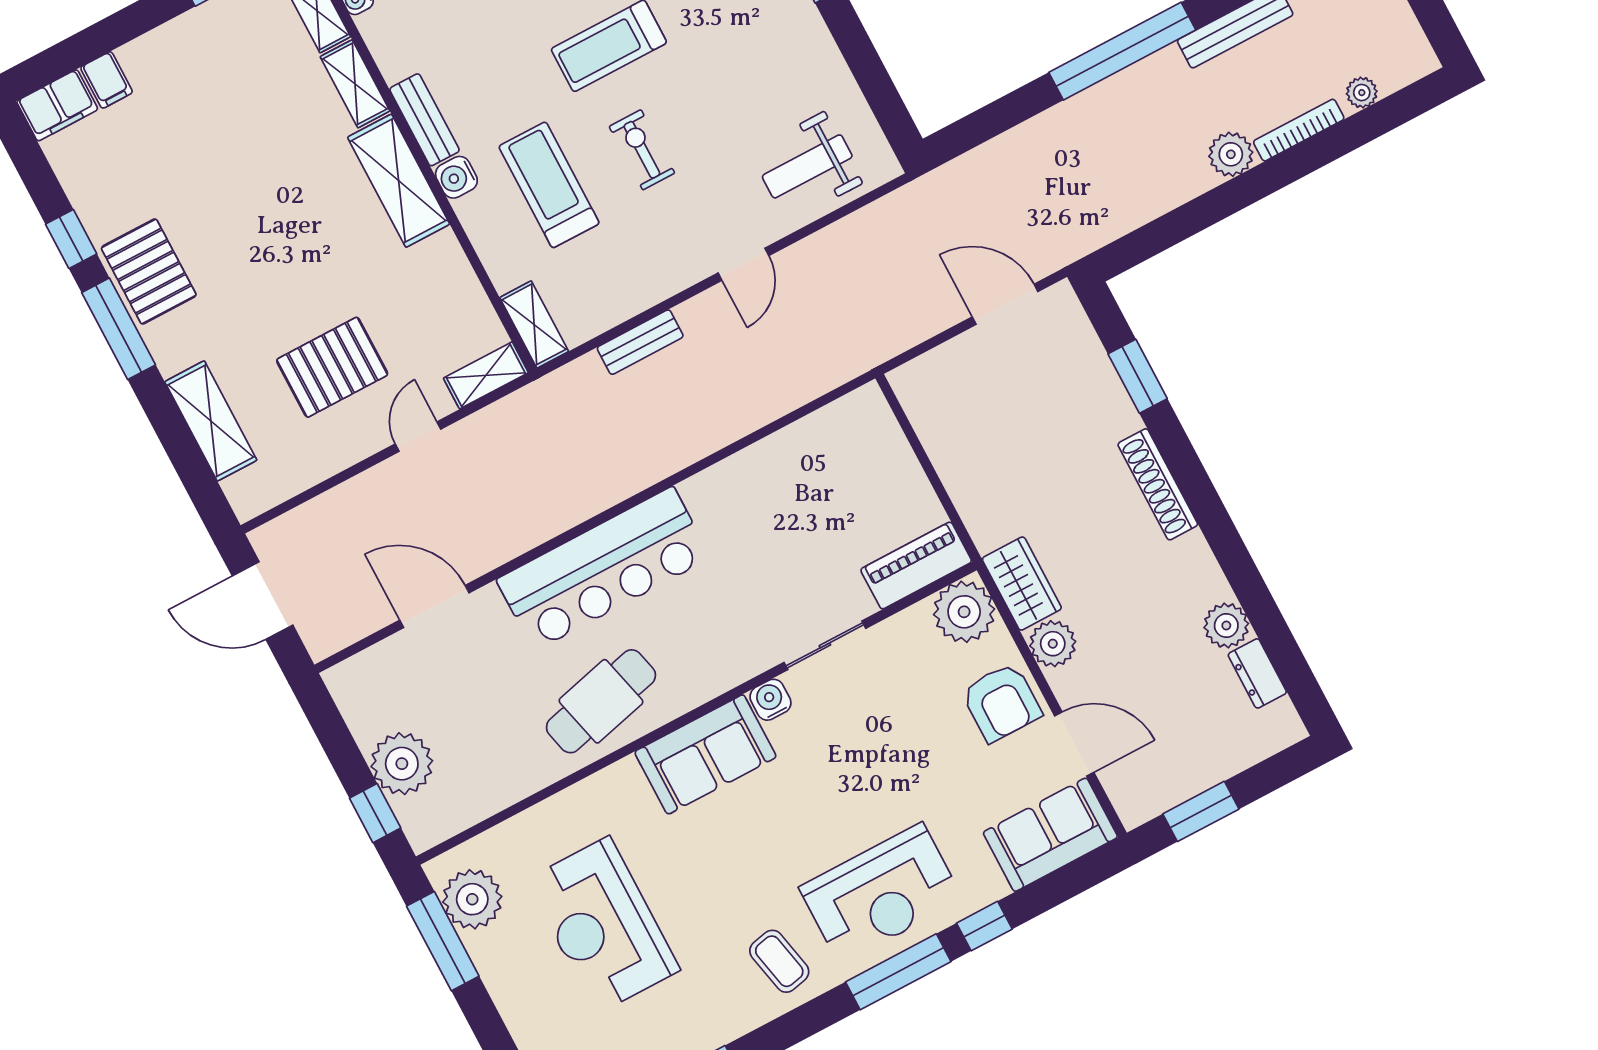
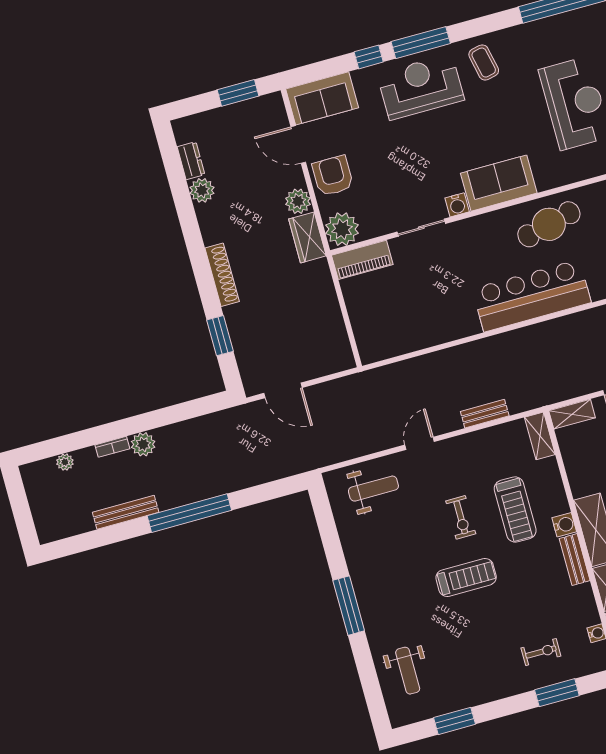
bookcase: (1299, 130) -> (112, 447), width x0.64

